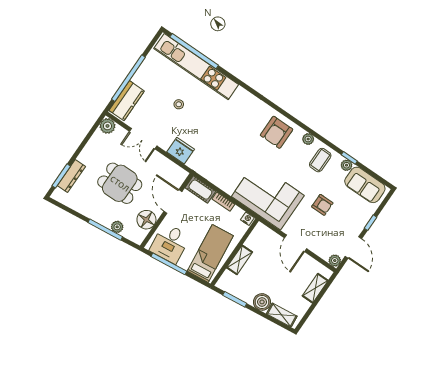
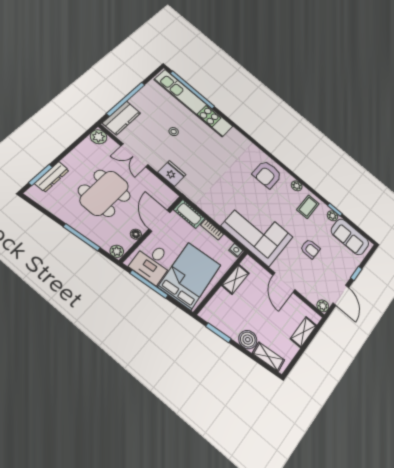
dining table: (120, 183) -> (104, 193), width x1.38
floor lamp: (146, 220) -> (136, 234), width x0.53, depth x0.53
plant: (117, 227) -> (117, 251), moved
bed: (210, 253) -> (190, 276), width x1.50
shelving: (240, 260) -> (235, 279), moved

